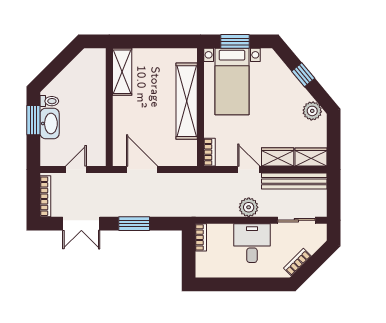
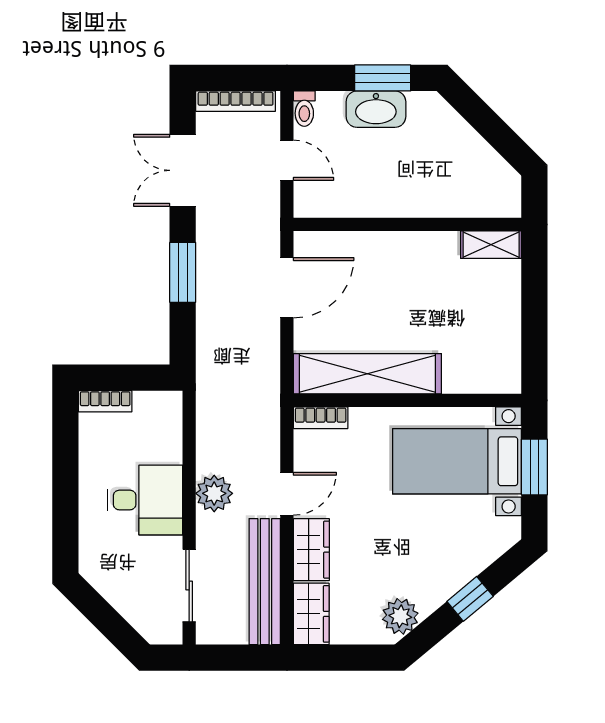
shelving: (122, 72) -> (491, 245), width x0.67, depth x0.75
toilet: (49, 101) -> (304, 109), moved
shelving: (187, 101) -> (367, 374), moved
bookcase: (201, 237) -> (105, 401), moved
bookcase: (297, 262) -> (108, 587), removed

